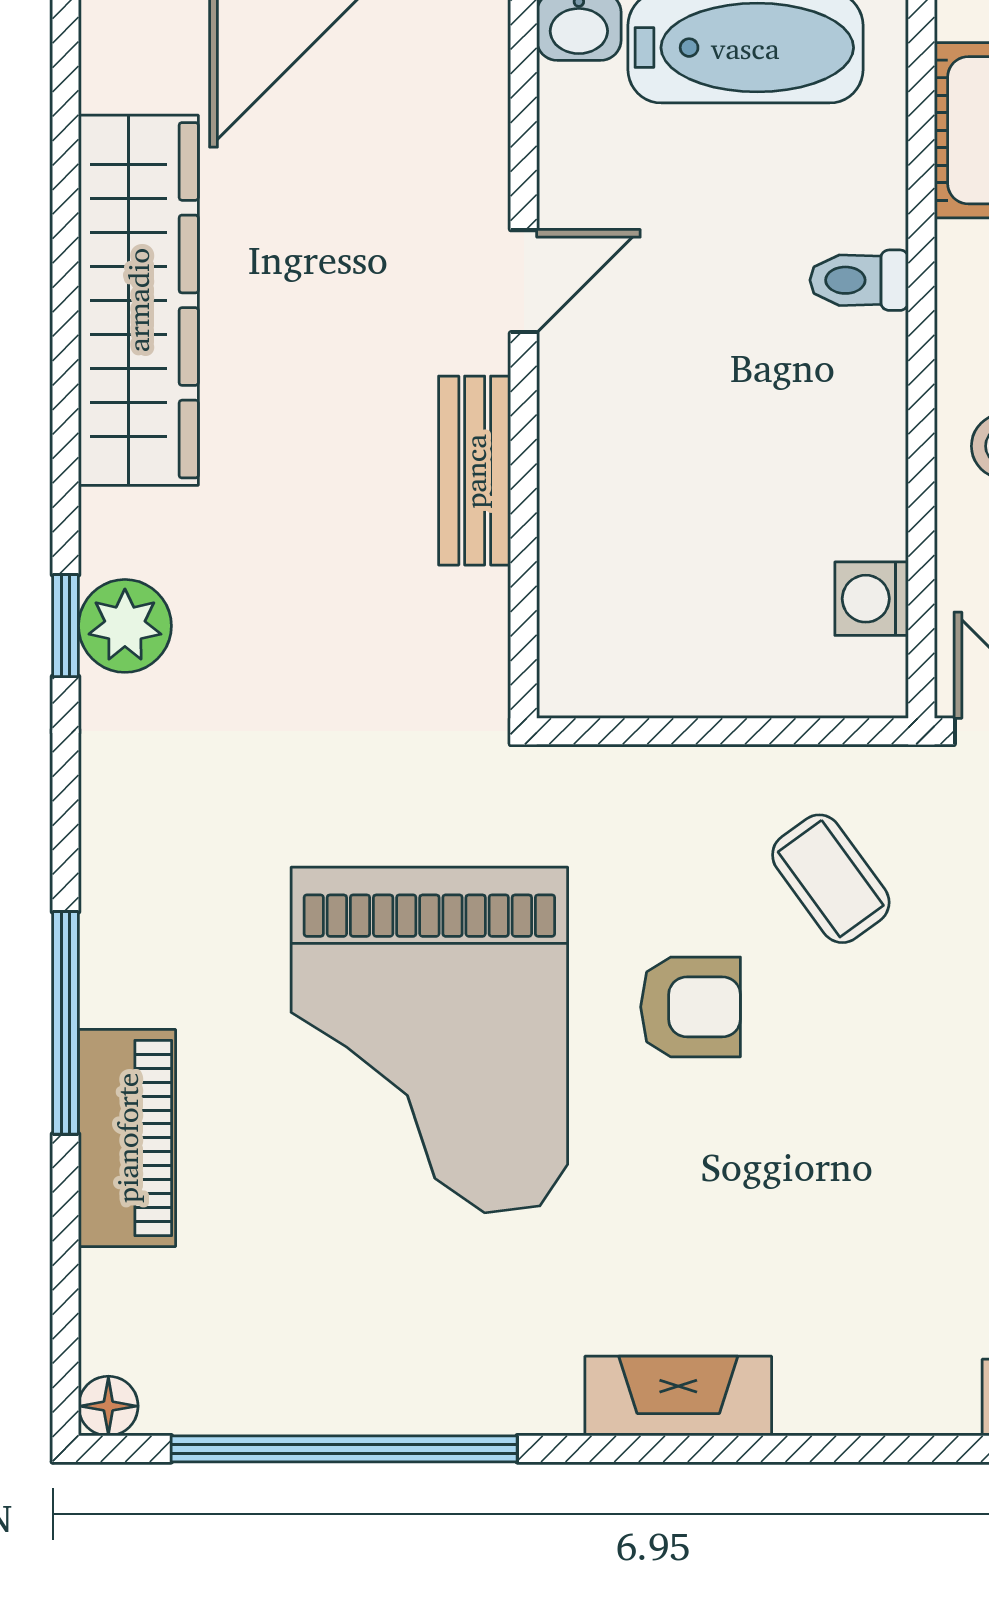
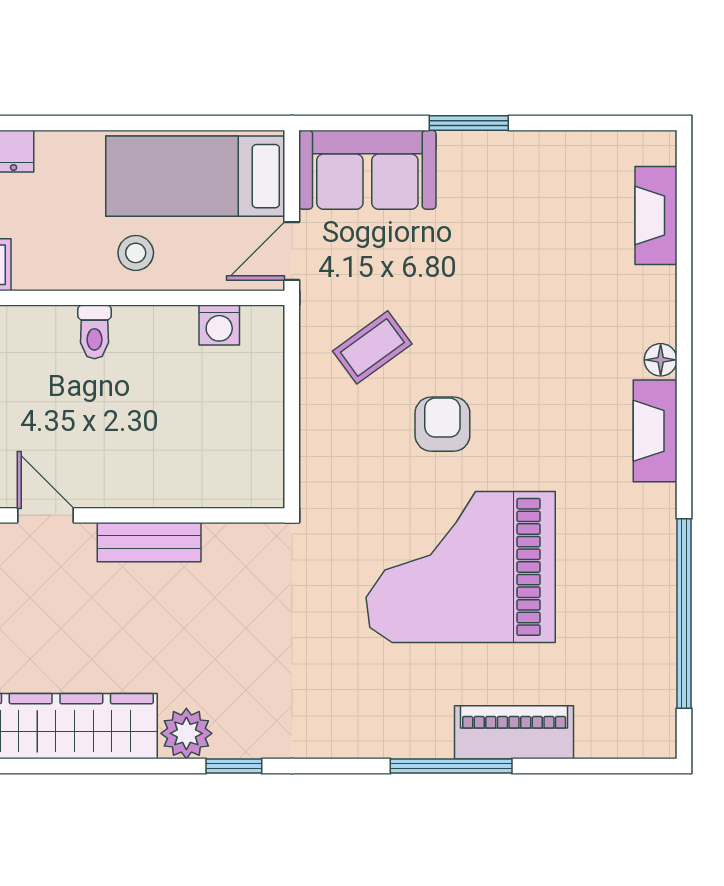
toilet: (859, 280) -> (94, 332), moved
plant: (125, 626) -> (186, 733), moved
grand piano: (429, 1040) -> (461, 567), turned 180
floor lamp: (108, 1406) -> (661, 360), moved

